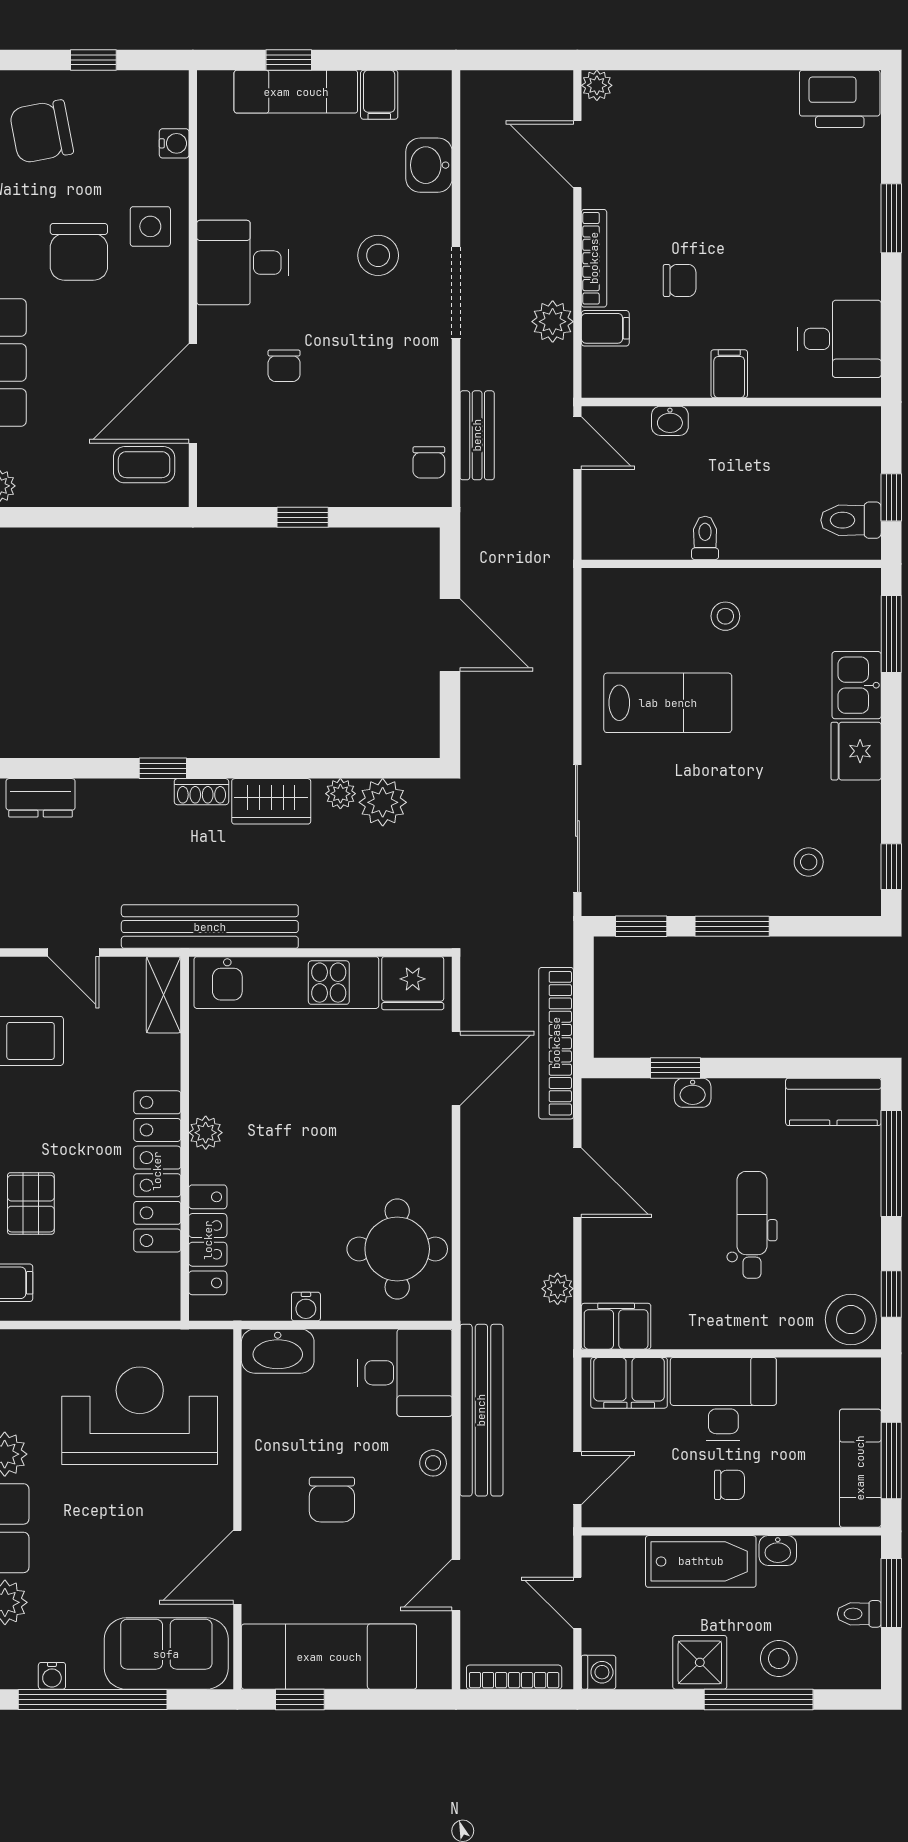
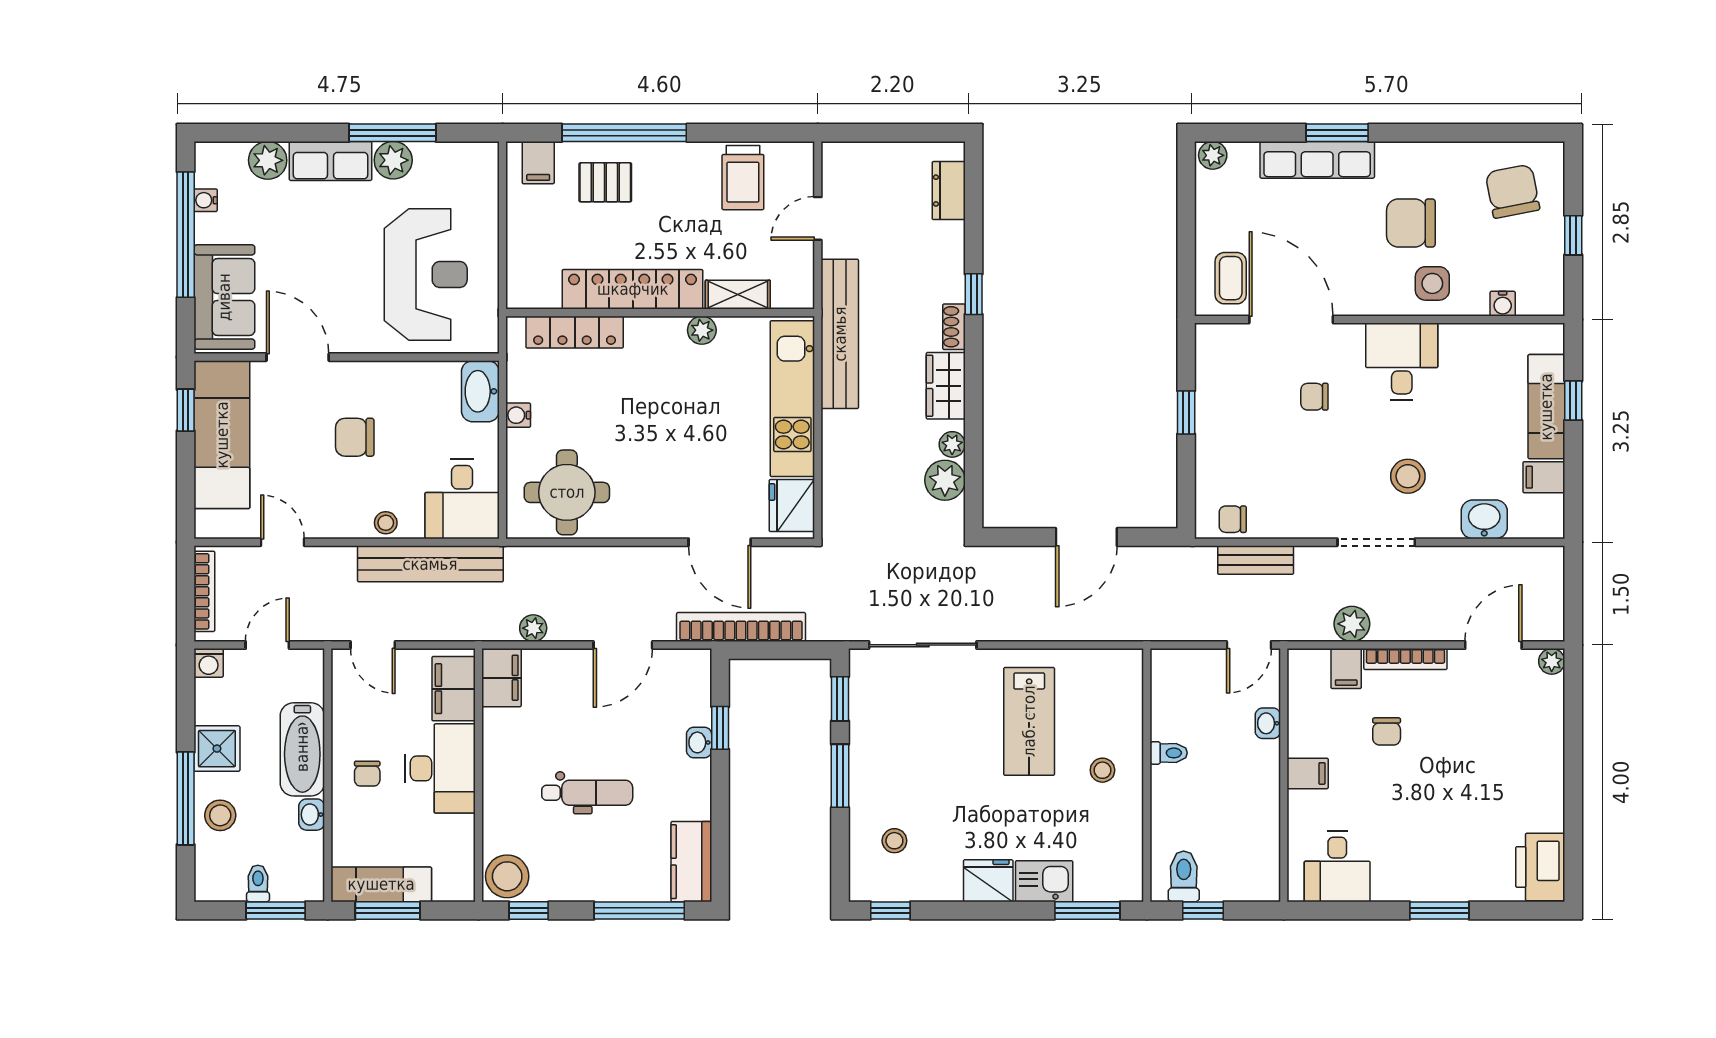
shelving: (164, 995) -> (738, 295), moved
plant: (206, 1133) -> (702, 330), moved

